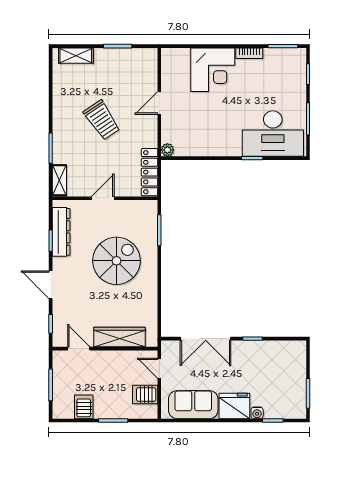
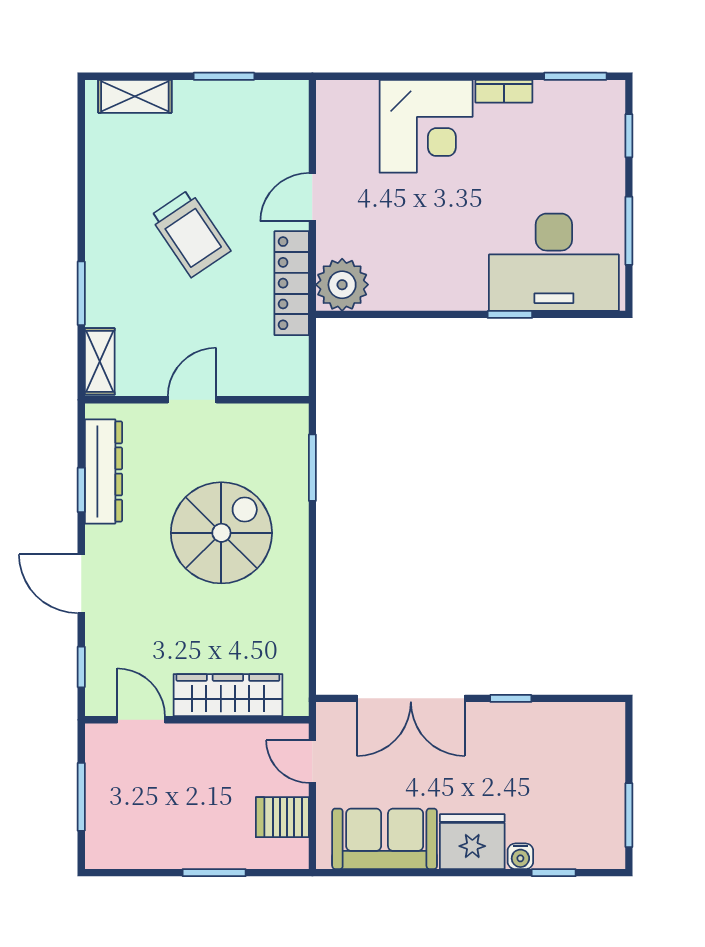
plant: (167, 150) -> (342, 285), width x1.87, depth x1.87
locker: (150, 172) -> (292, 283), moved
server rack: (84, 407) -> (152, 844), removed

